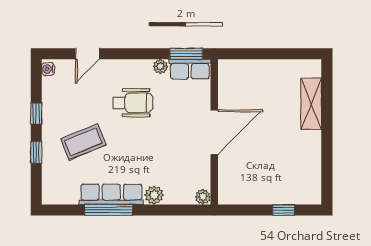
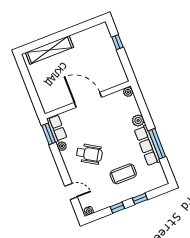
wheelchair: (133, 103) -> (89, 154), turned 121
shelving: (311, 104) -> (49, 50), width x1.47
coffee table: (83, 142) -> (123, 174), turned -68

